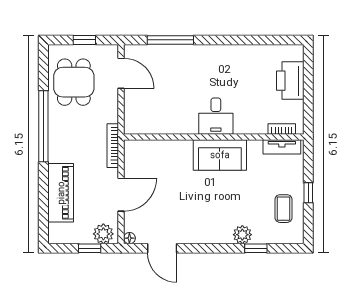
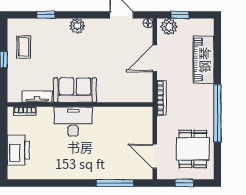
desk: (216, 116) -> (73, 121), width x1.37
tv unit: (282, 147) -> (37, 97), moved
plant: (242, 235) -> (77, 26), moved

